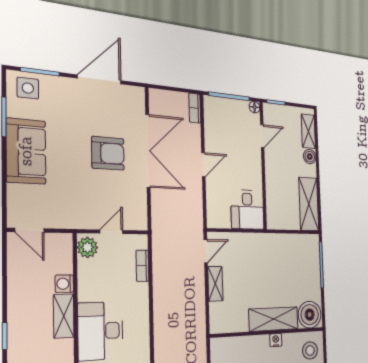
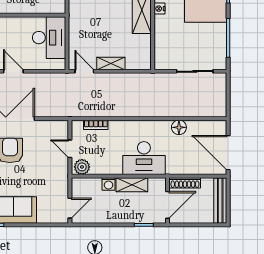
desk: (247, 210) -> (49, 38), width x1.37

